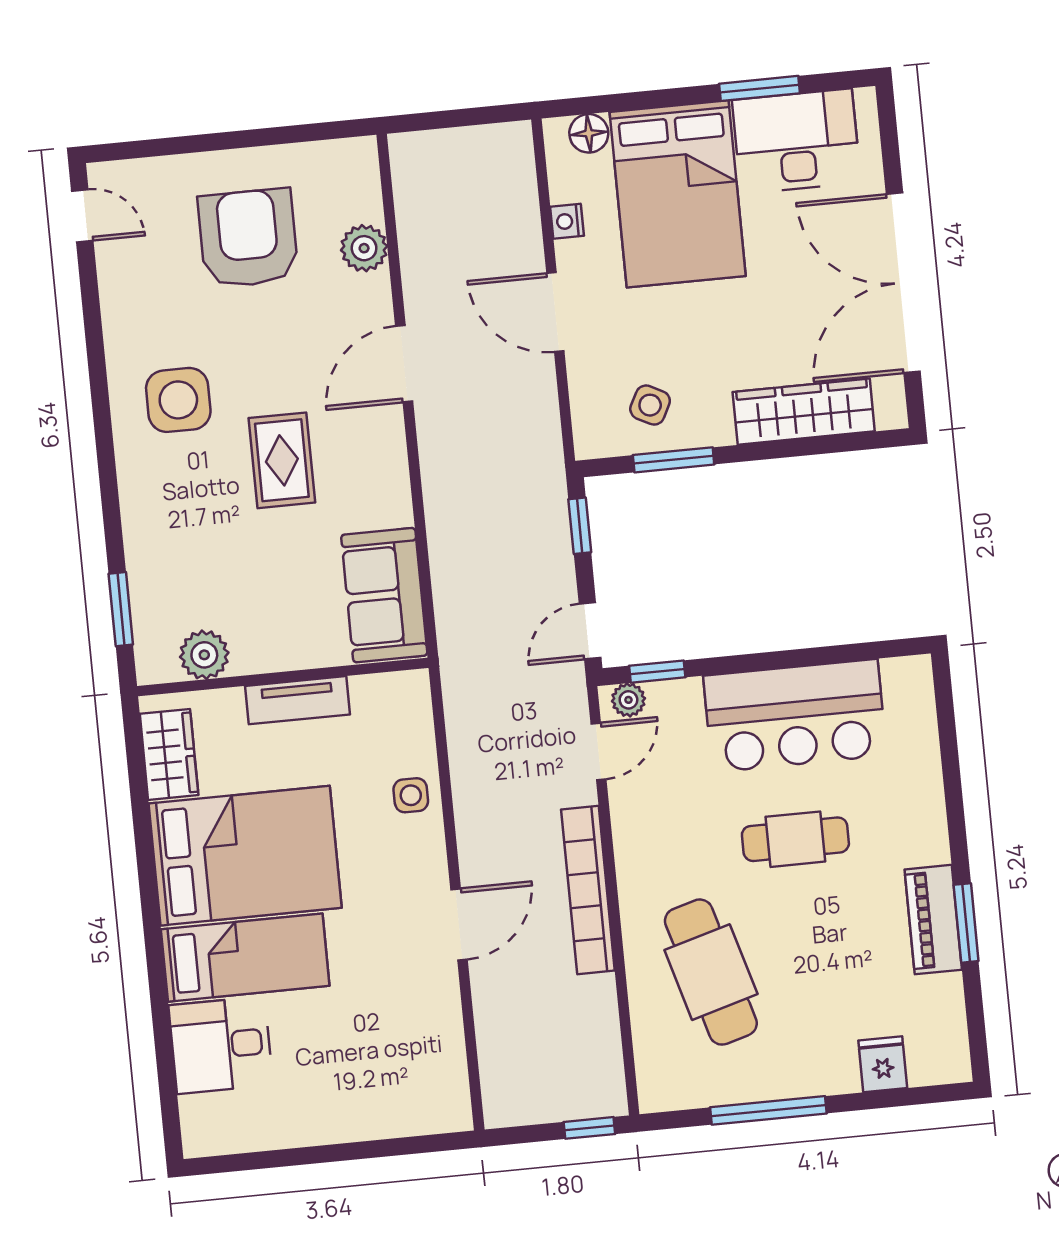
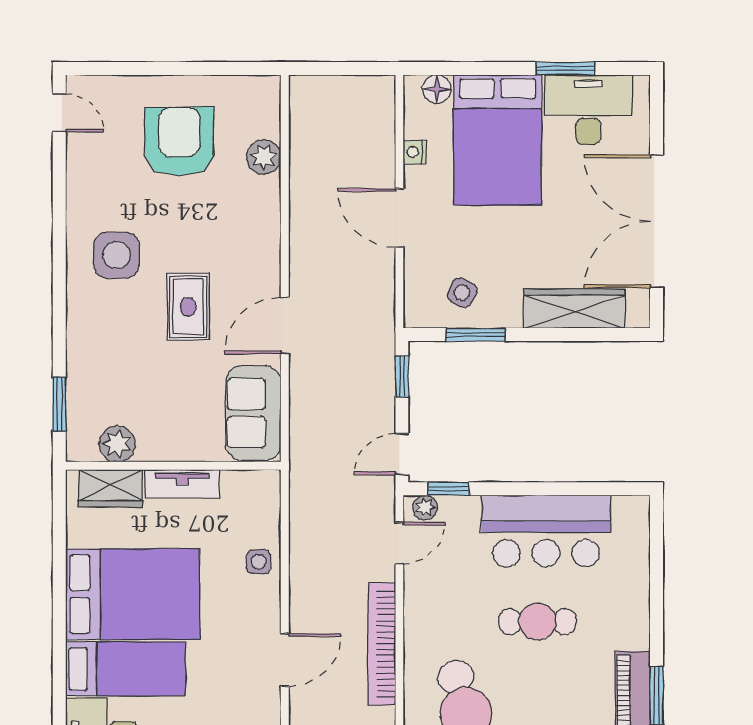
door: (404, 364) -> (285, 326), moved
wardrobe: (169, 754) -> (110, 488), moved, turned 90

